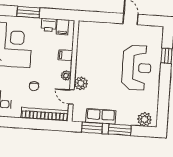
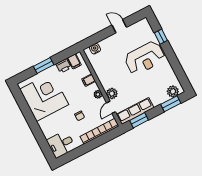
water cooler: (92, 27) -> (95, 49), added
reception desk: (137, 68) -> (145, 58), turned 90
door: (71, 97) -> (111, 107), hinge flipped
row of seats: (101, 116) -> (135, 111), width x1.48
window: (120, 130) -> (171, 104), moved

